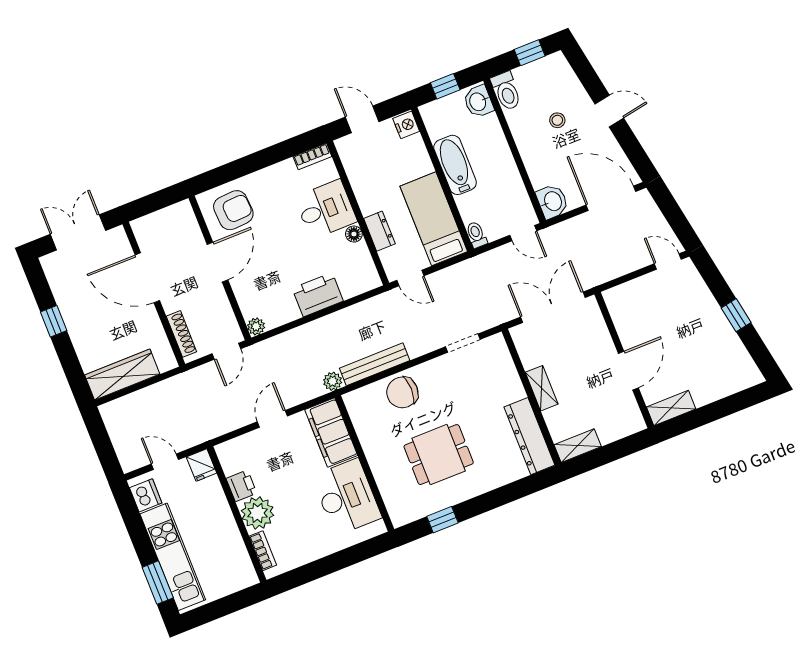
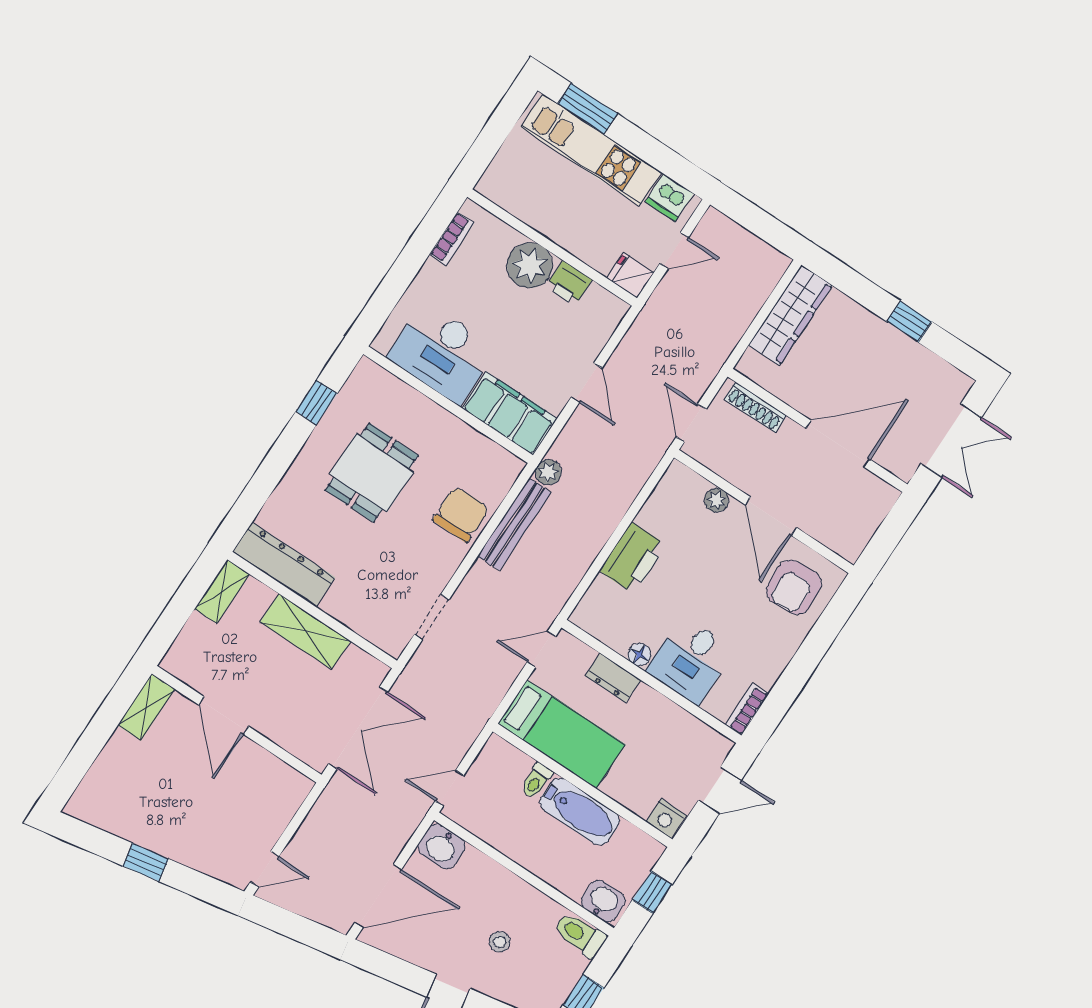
toilet: (476, 235) -> (536, 781), moved, turned 90
plant: (256, 326) -> (717, 500), moved
shelving: (542, 388) -> (305, 632), width x1.50, depth x1.33
bookcase: (263, 551) -> (452, 239), moved, turned -90

